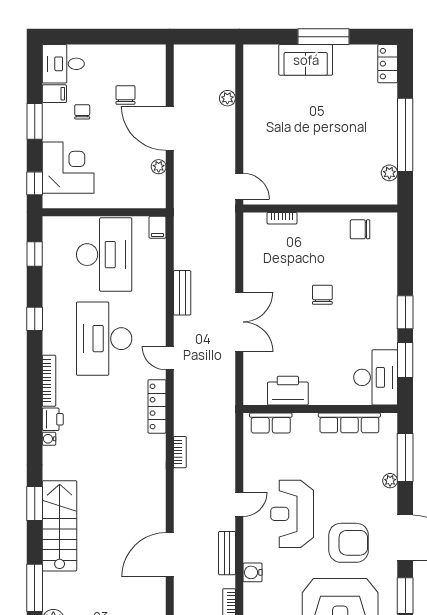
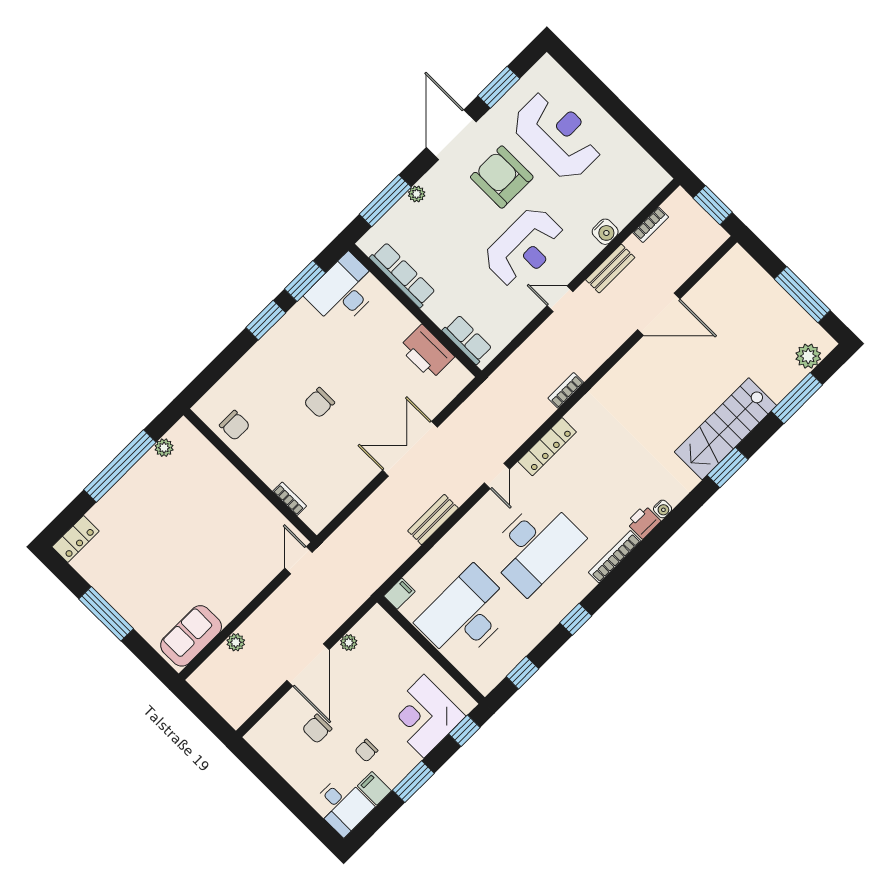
sofa: (306, 60) -> (191, 636), moved, turned -90

